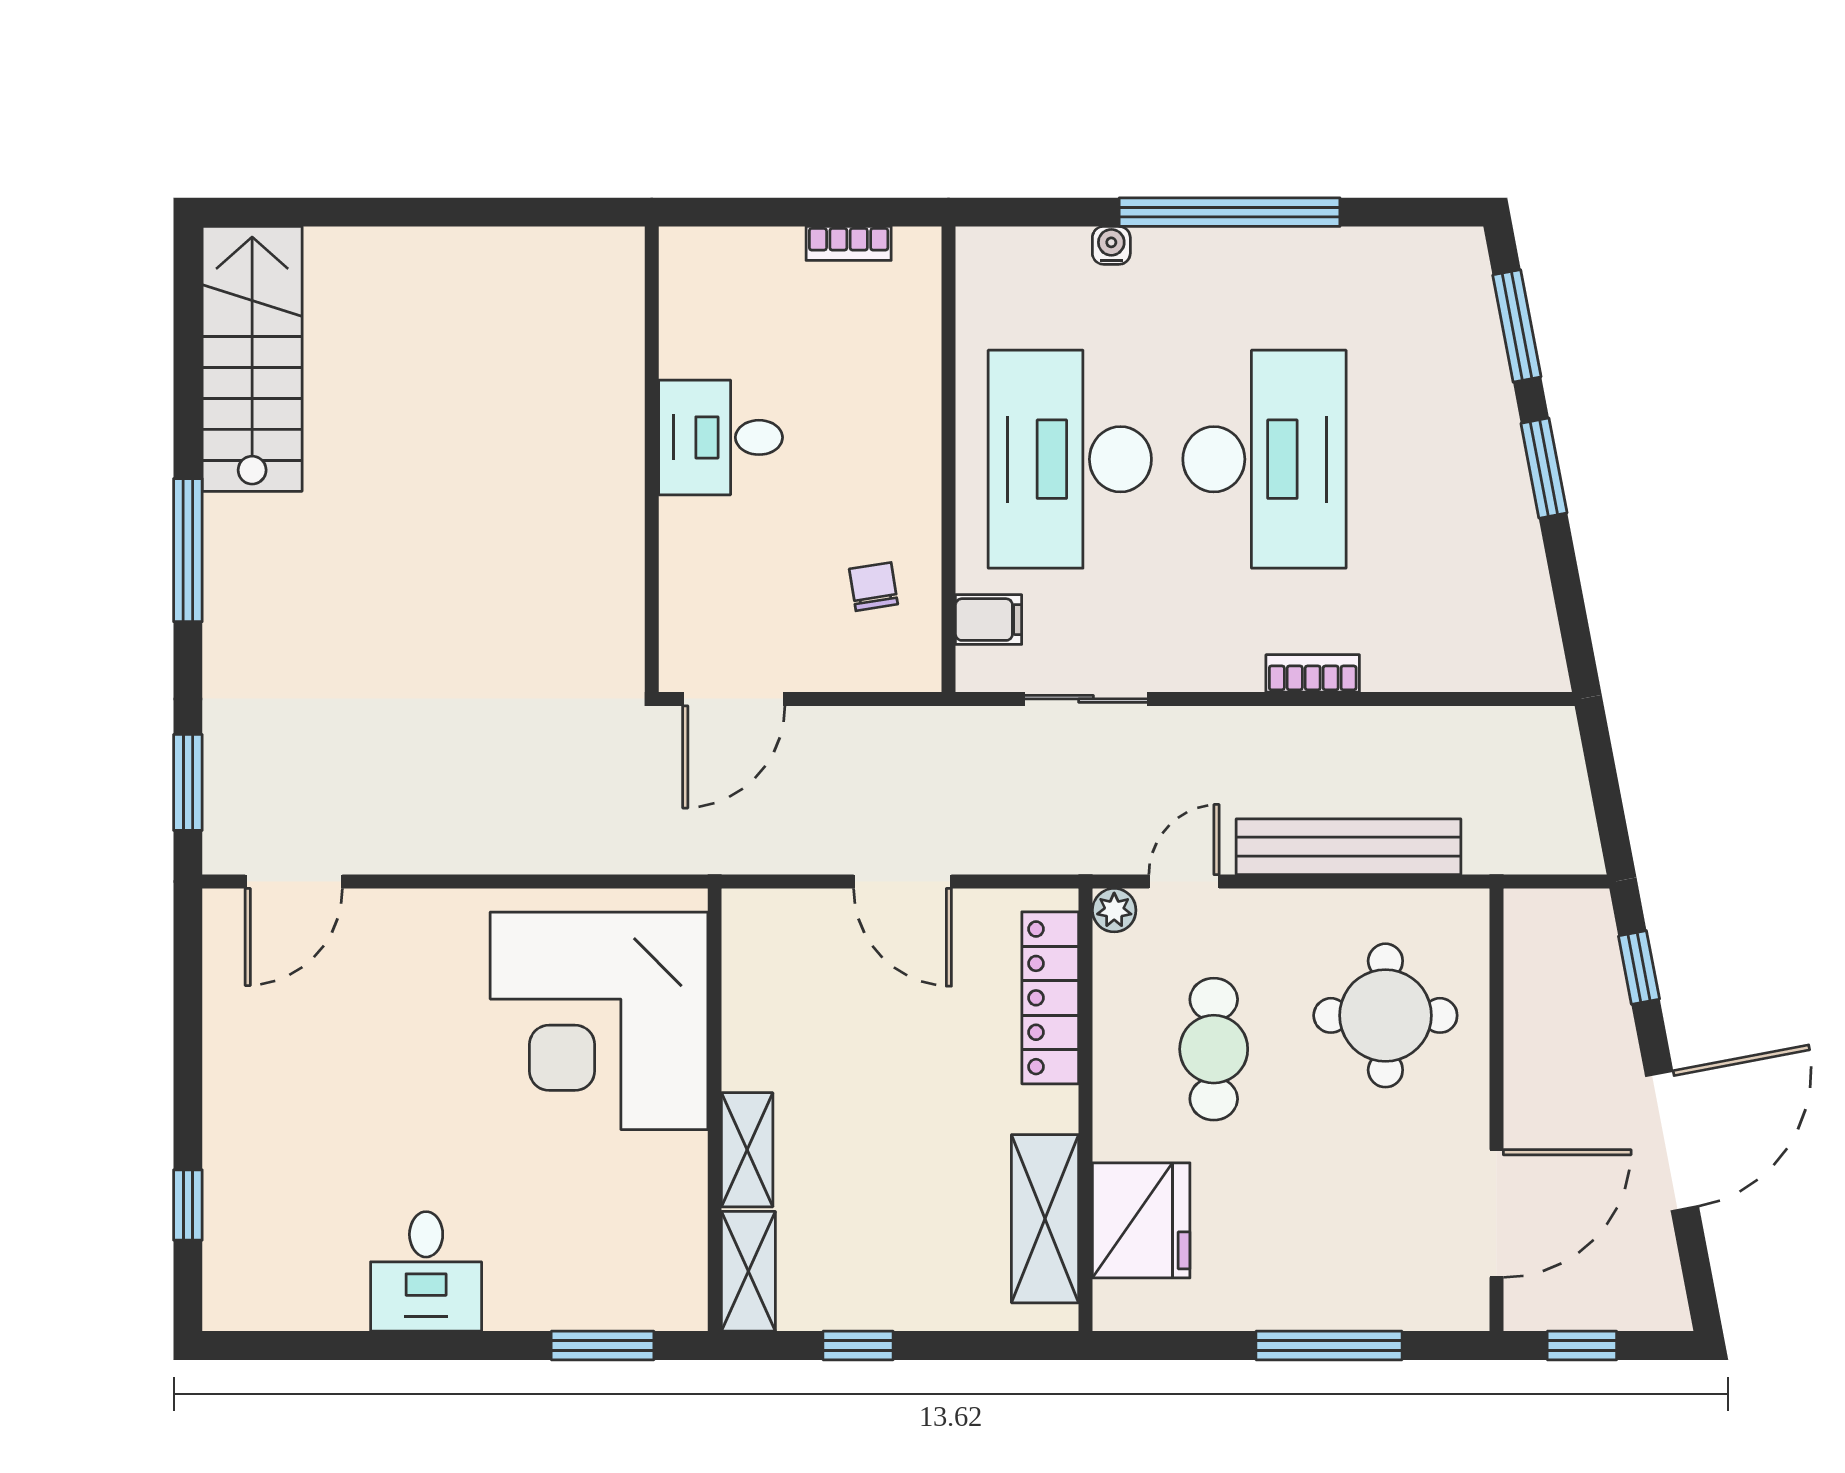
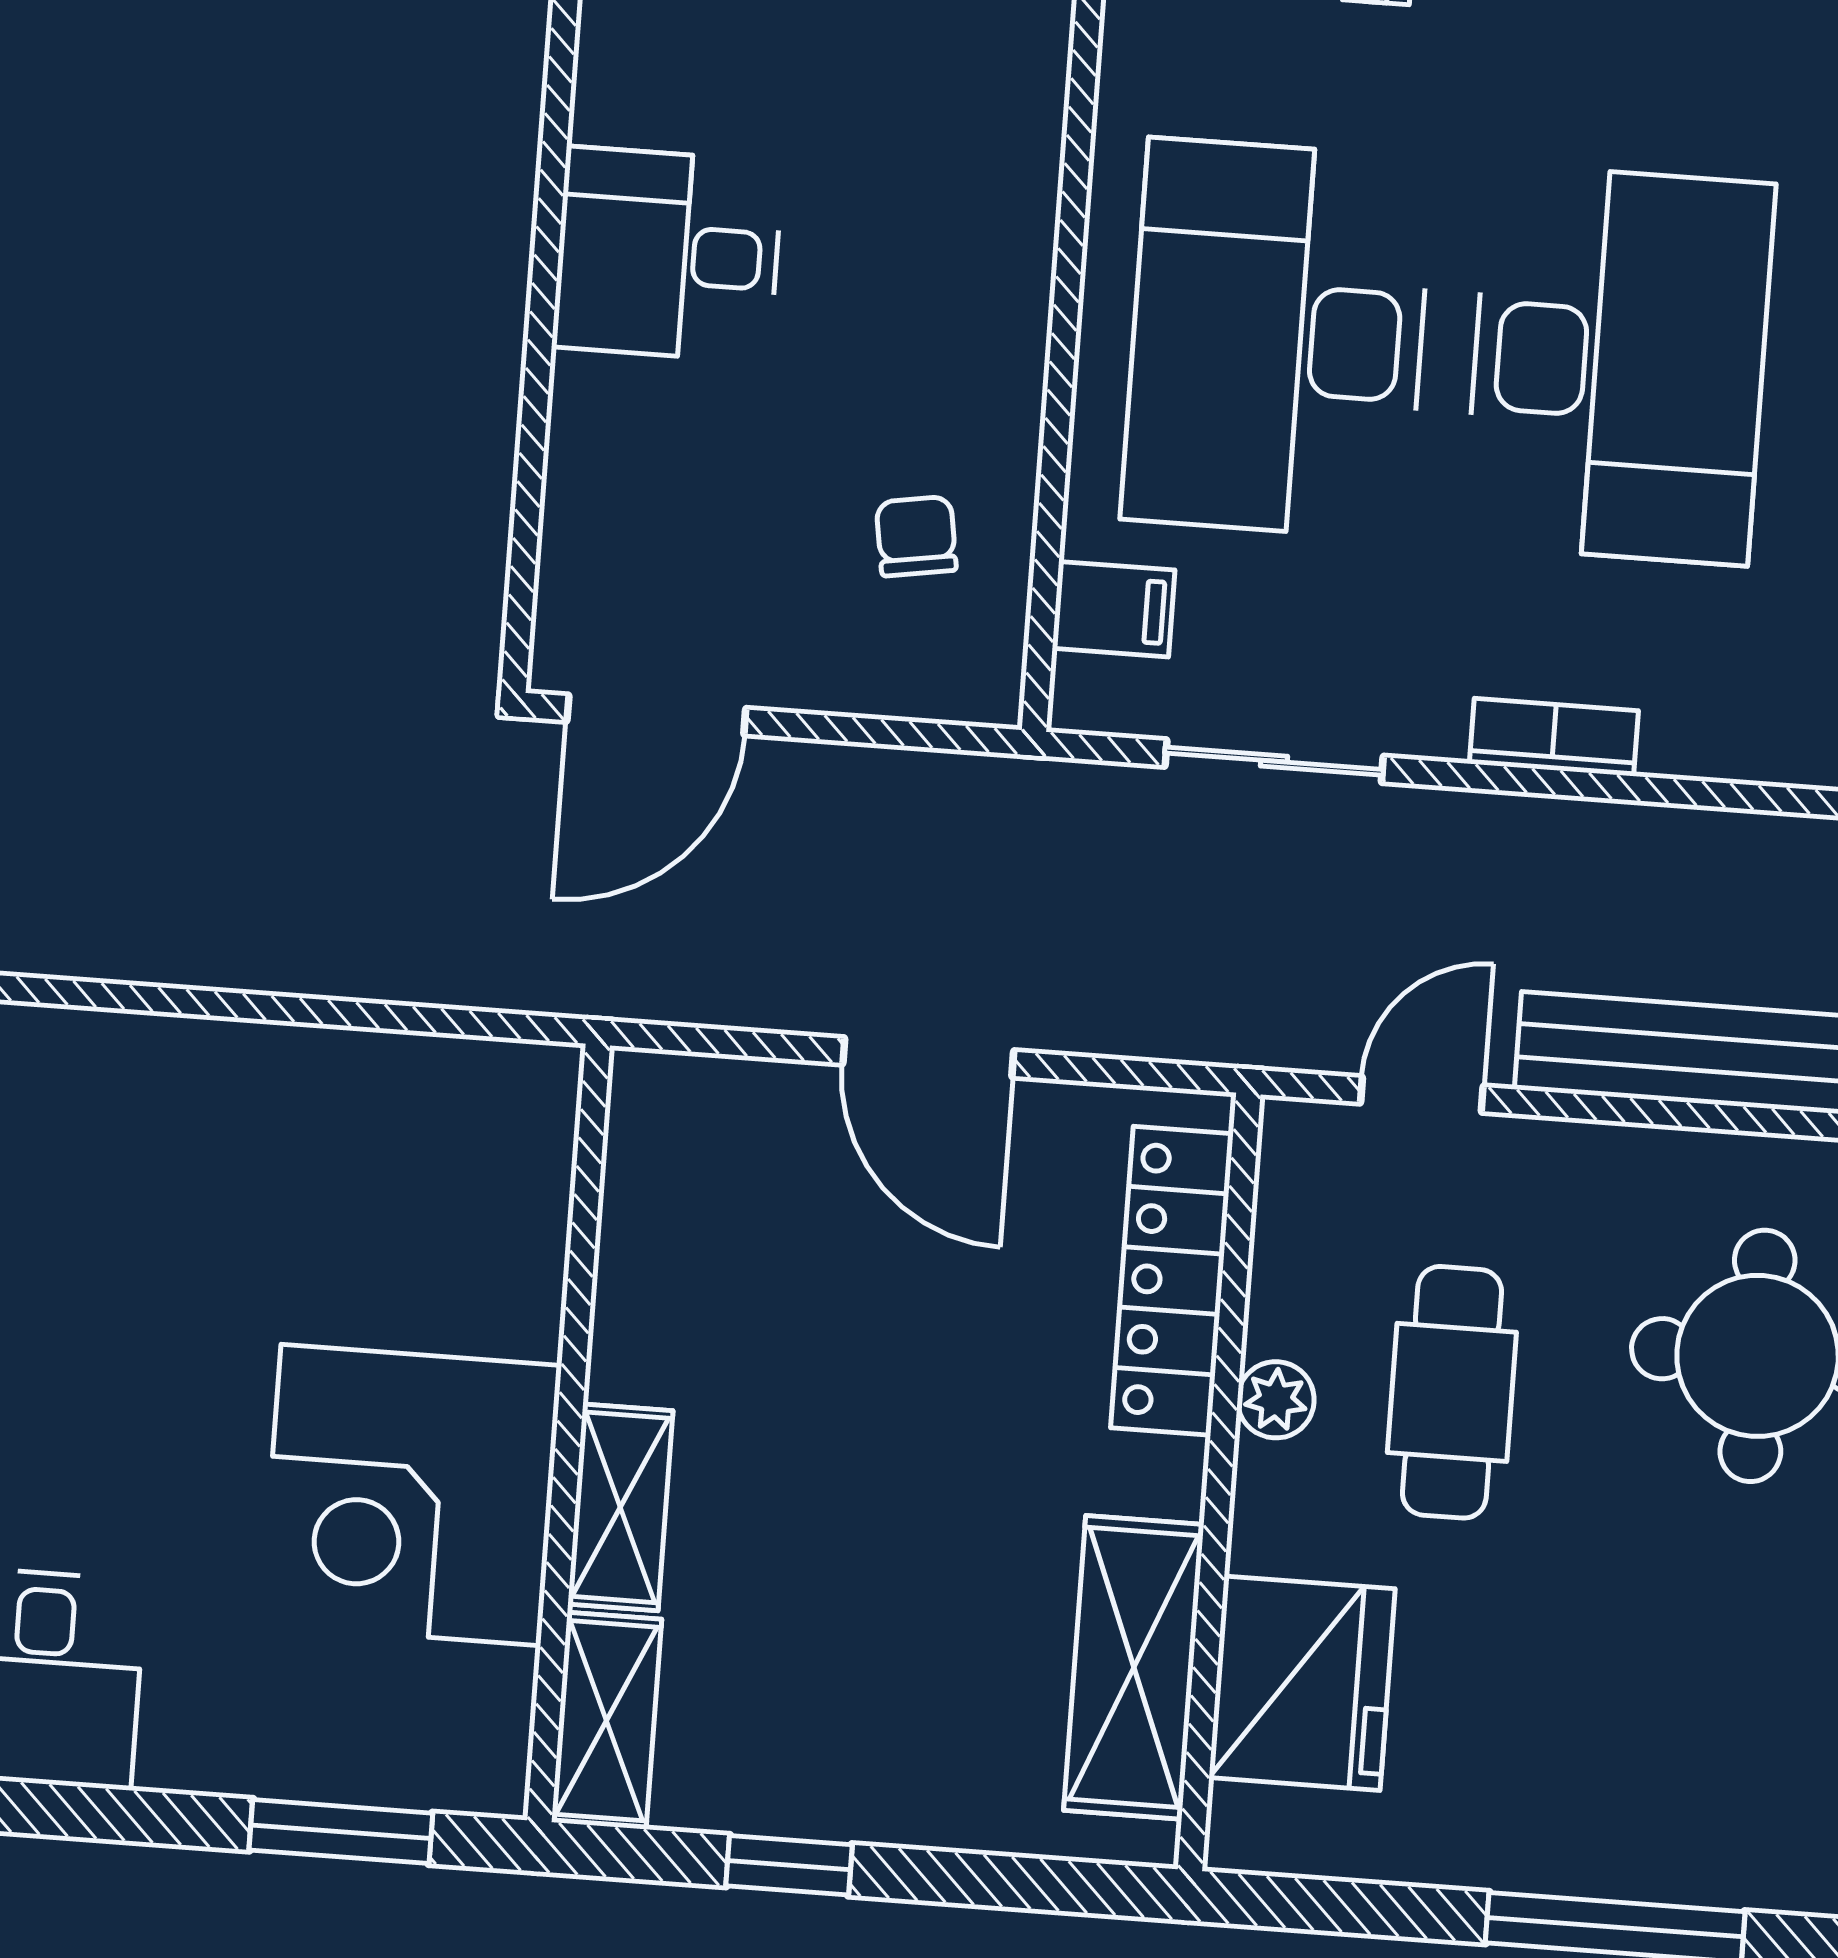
bookcase: (1313, 673) -> (1554, 737), moved
plant: (1114, 910) -> (1276, 1400), moved
corner desk: (599, 1021) -> (411, 1495), moved, width x0.74, depth x0.74

